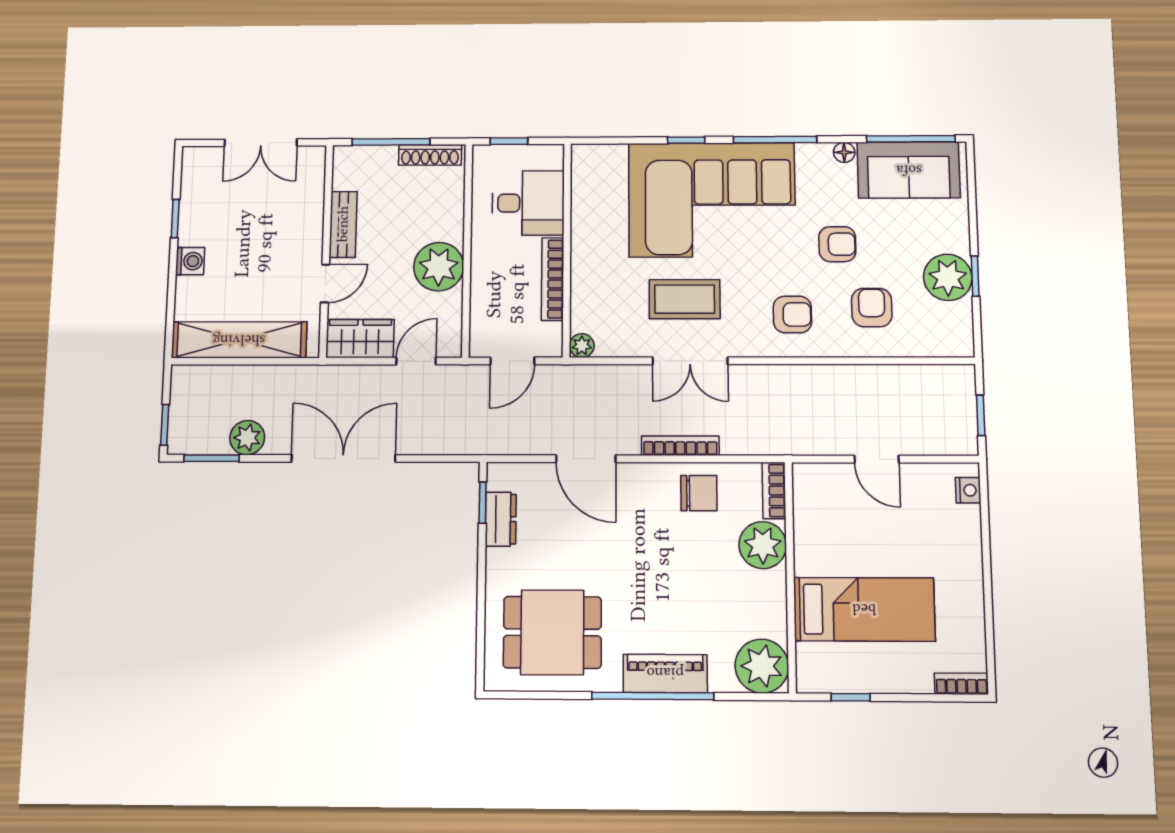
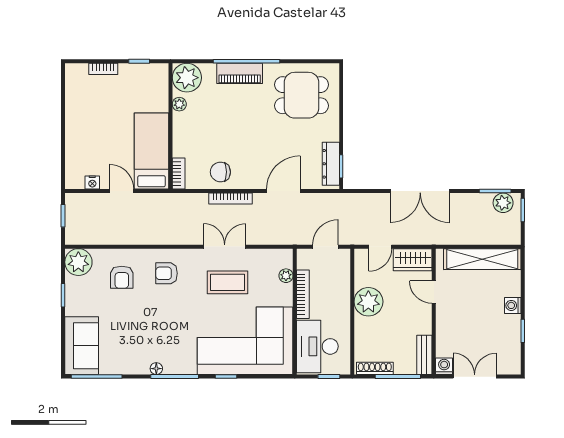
floor lamp: (844, 152) -> (156, 369), moved
washing machine: (312, 159) -> (444, 366), added
sofa: (909, 170) -> (82, 346), moved, turned 90
corner sofa: (712, 200) -> (245, 341), moved
desk: (528, 203) -> (317, 346), width x1.37
bench: (343, 224) -> (424, 355), moved
armchair: (837, 244) -> (140, 314), removed
plant: (948, 277) -> (78, 262), moved
door: (325, 283) -> (434, 292), hinge flipped
plant: (582, 346) -> (286, 276), moved
plant: (247, 438) -> (503, 203), moved
door: (586, 459) -> (283, 191), hinge flipped
nightstand: (968, 490) -> (92, 183), moved, turned -90
dresser: (501, 519) -> (331, 164), width x1.44
plant: (763, 545) -> (179, 104), moved, width x0.53, depth x0.53
bed: (864, 609) -> (152, 151), moved, turned 90
bookcase: (961, 684) -> (103, 69), moved

